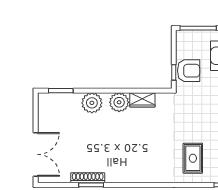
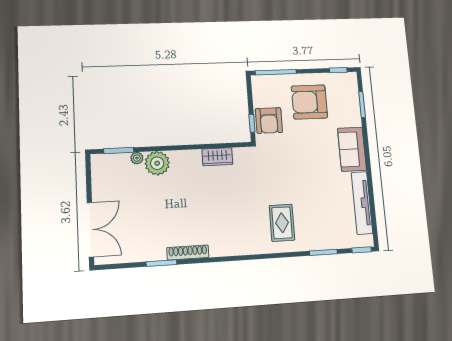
armchair: (189, 71) -> (269, 120), turned 90
plant: (119, 102) -> (137, 158), moved, width x0.53, depth x0.53
shoe rack: (88, 178) -> (188, 252), moved

